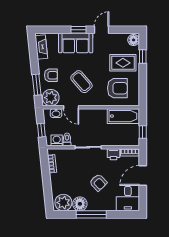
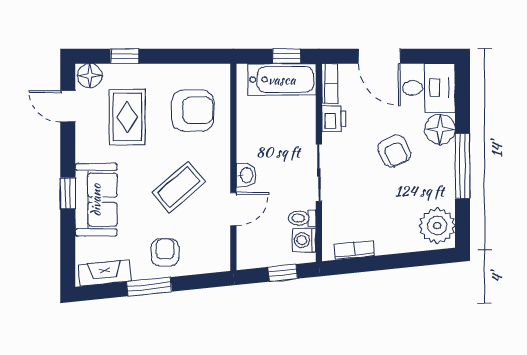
door: (102, 30) -> (68, 106), moved
rug: (123, 63) -> (127, 117), moved
window: (37, 85) -> (149, 287), moved
armchair: (117, 88) -> (193, 110), turned 90
plant: (51, 98) -> (213, 253), removed
washbasin: (56, 113) -> (246, 175), moved
bathtub: (123, 116) -> (282, 80), moved, turned 90
armchair: (98, 183) -> (394, 151), turned 109
floor lamp: (80, 204) -> (440, 129), moved

